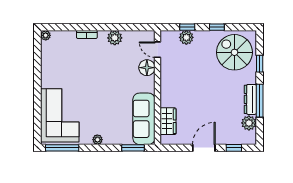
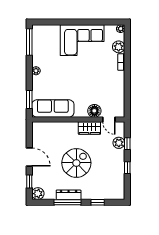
plant: (115, 38) -> (119, 47), moved
door: (158, 50) -> (109, 119), swing flipped
spiral stairs: (234, 52) -> (76, 163), moved
corner sofa: (60, 115) -> (82, 40), moved
wardrobe: (168, 121) -> (89, 128), moved
plant: (249, 123) -> (38, 194), moved

